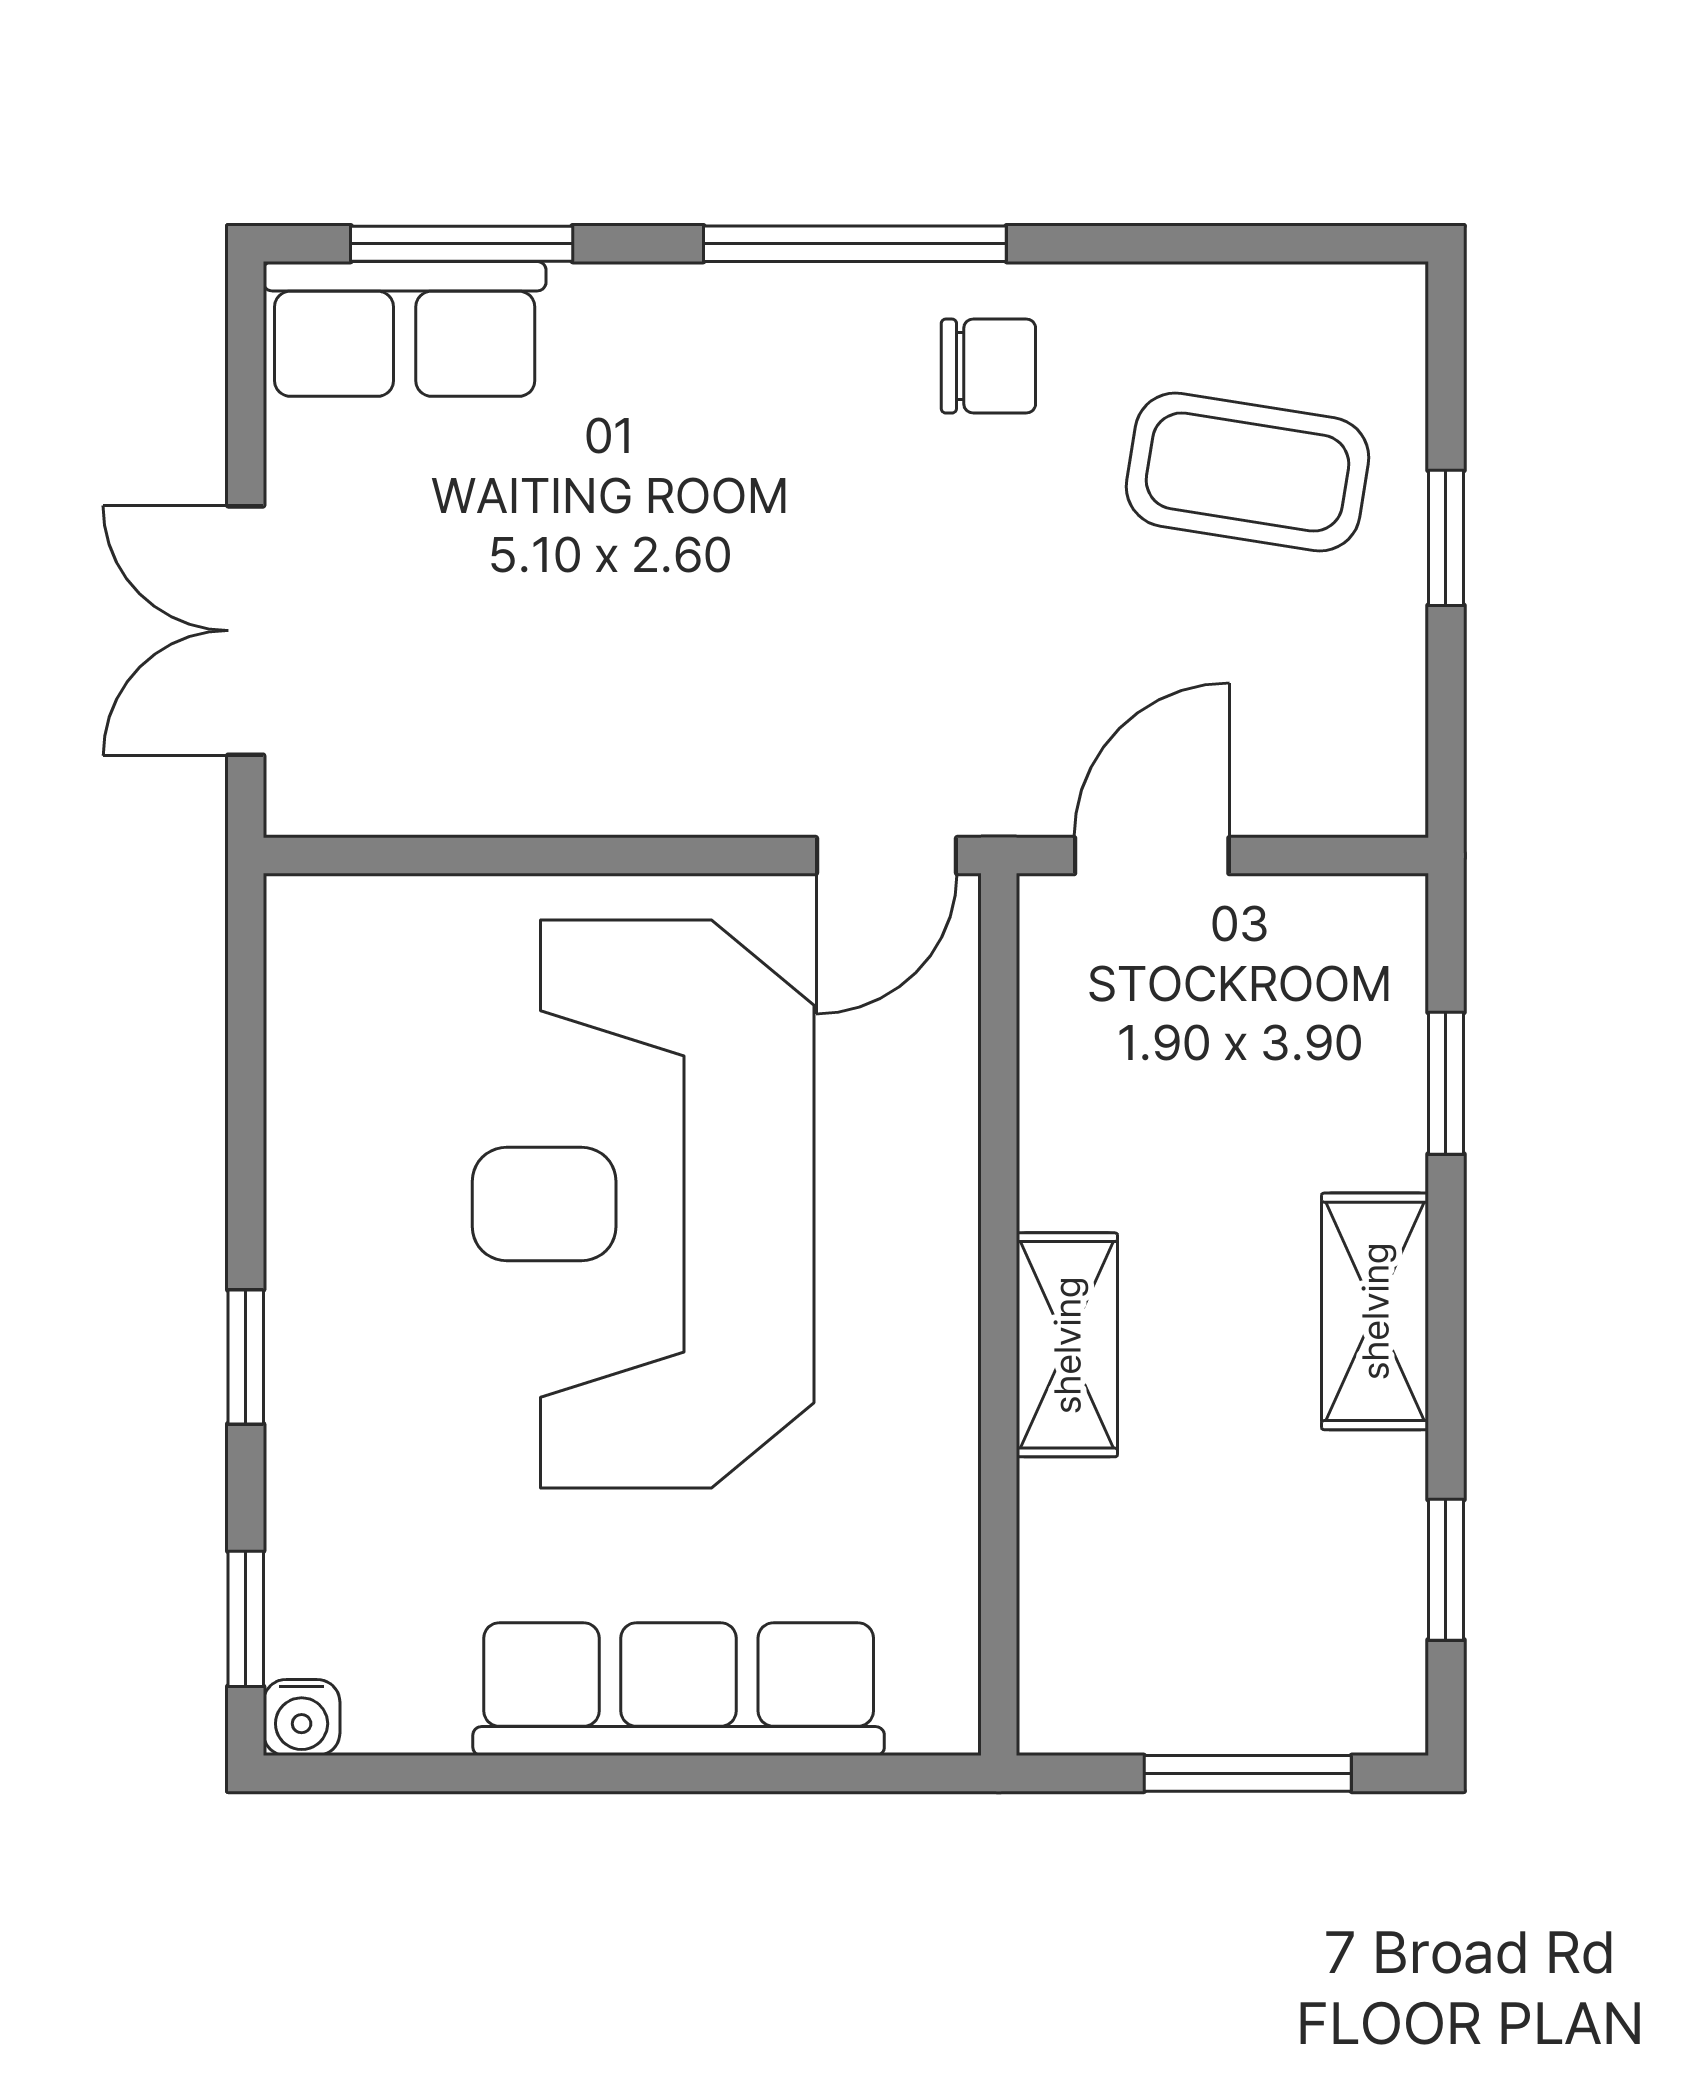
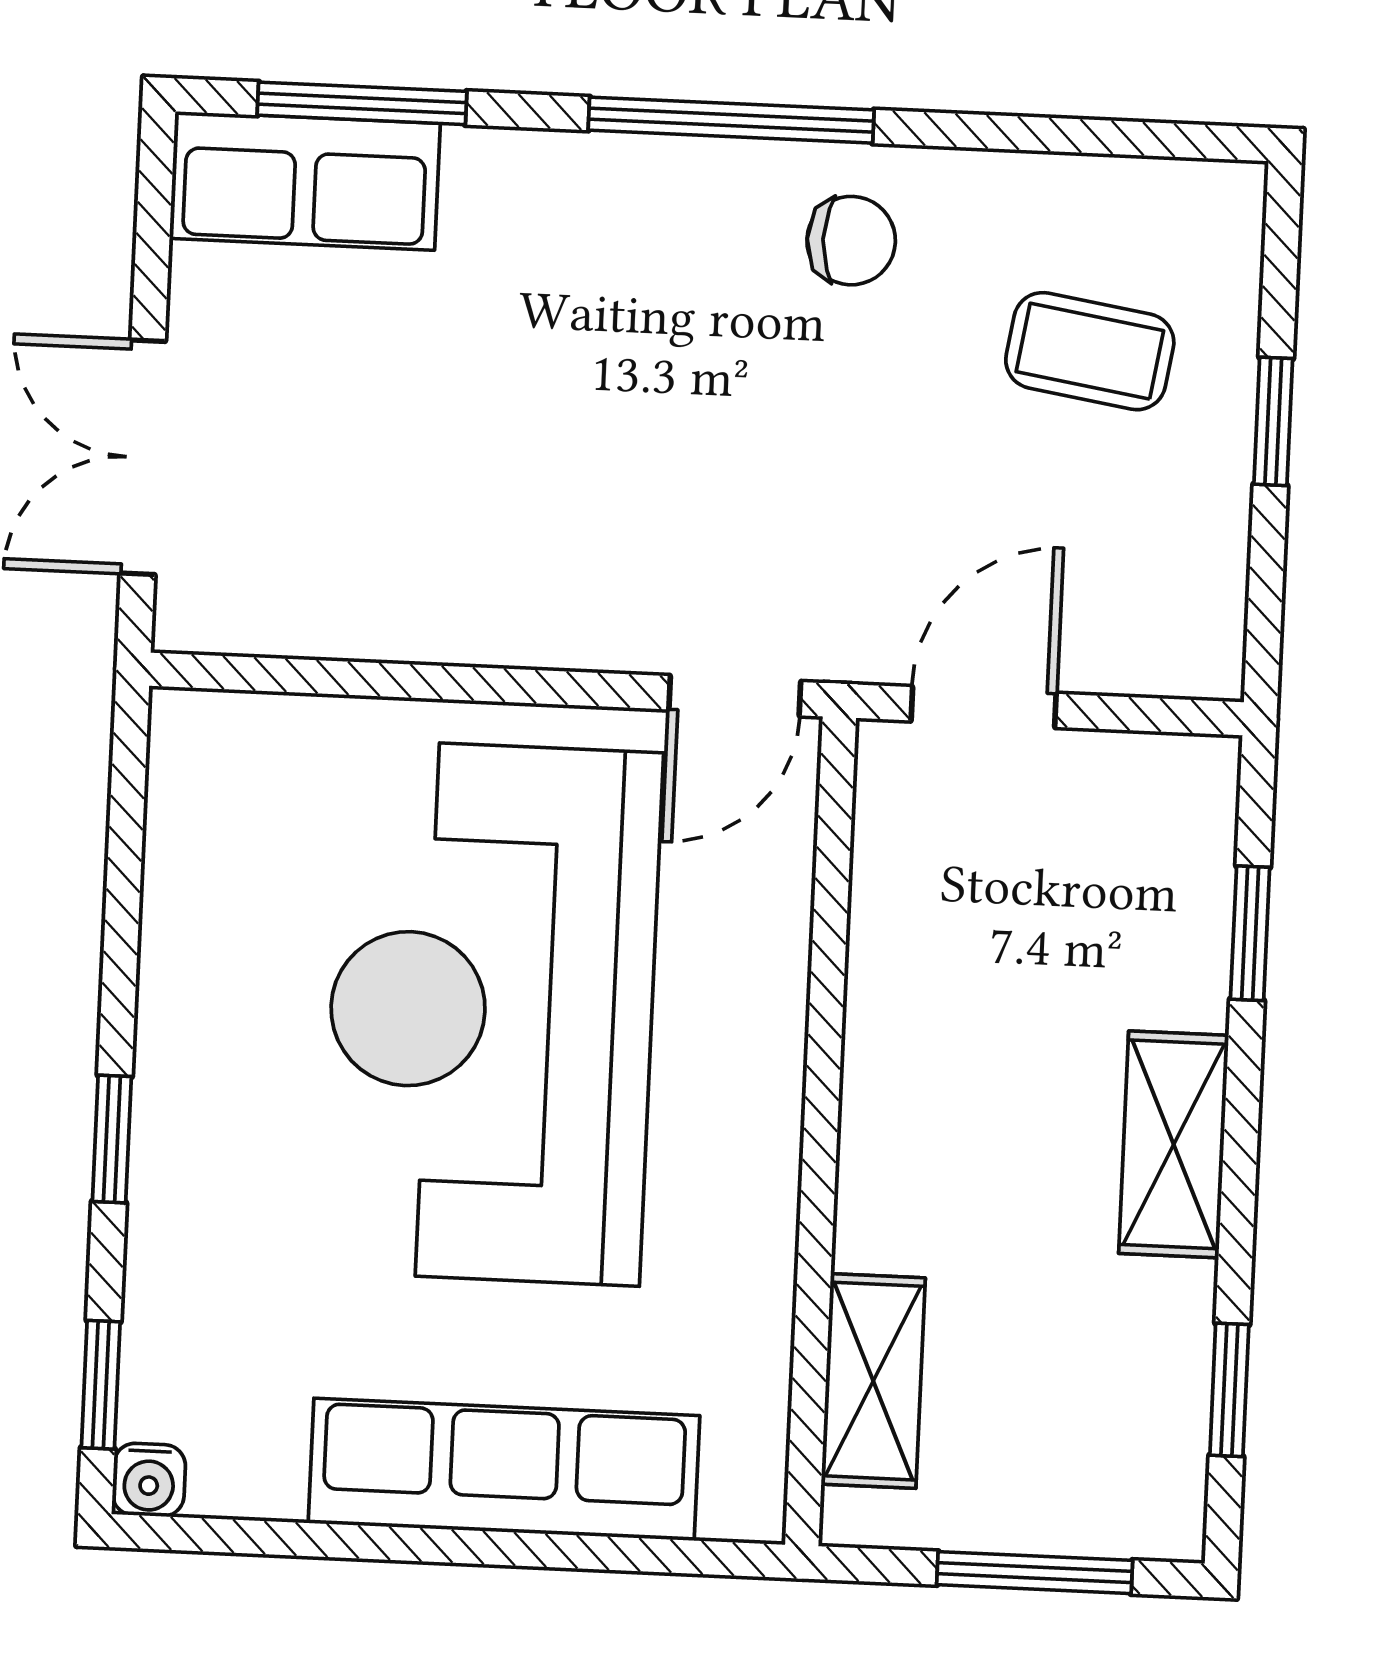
coffee table: (1248, 472) -> (1090, 351), width x0.73, depth x0.77
shelving: (1067, 1345) -> (873, 1381), moved

